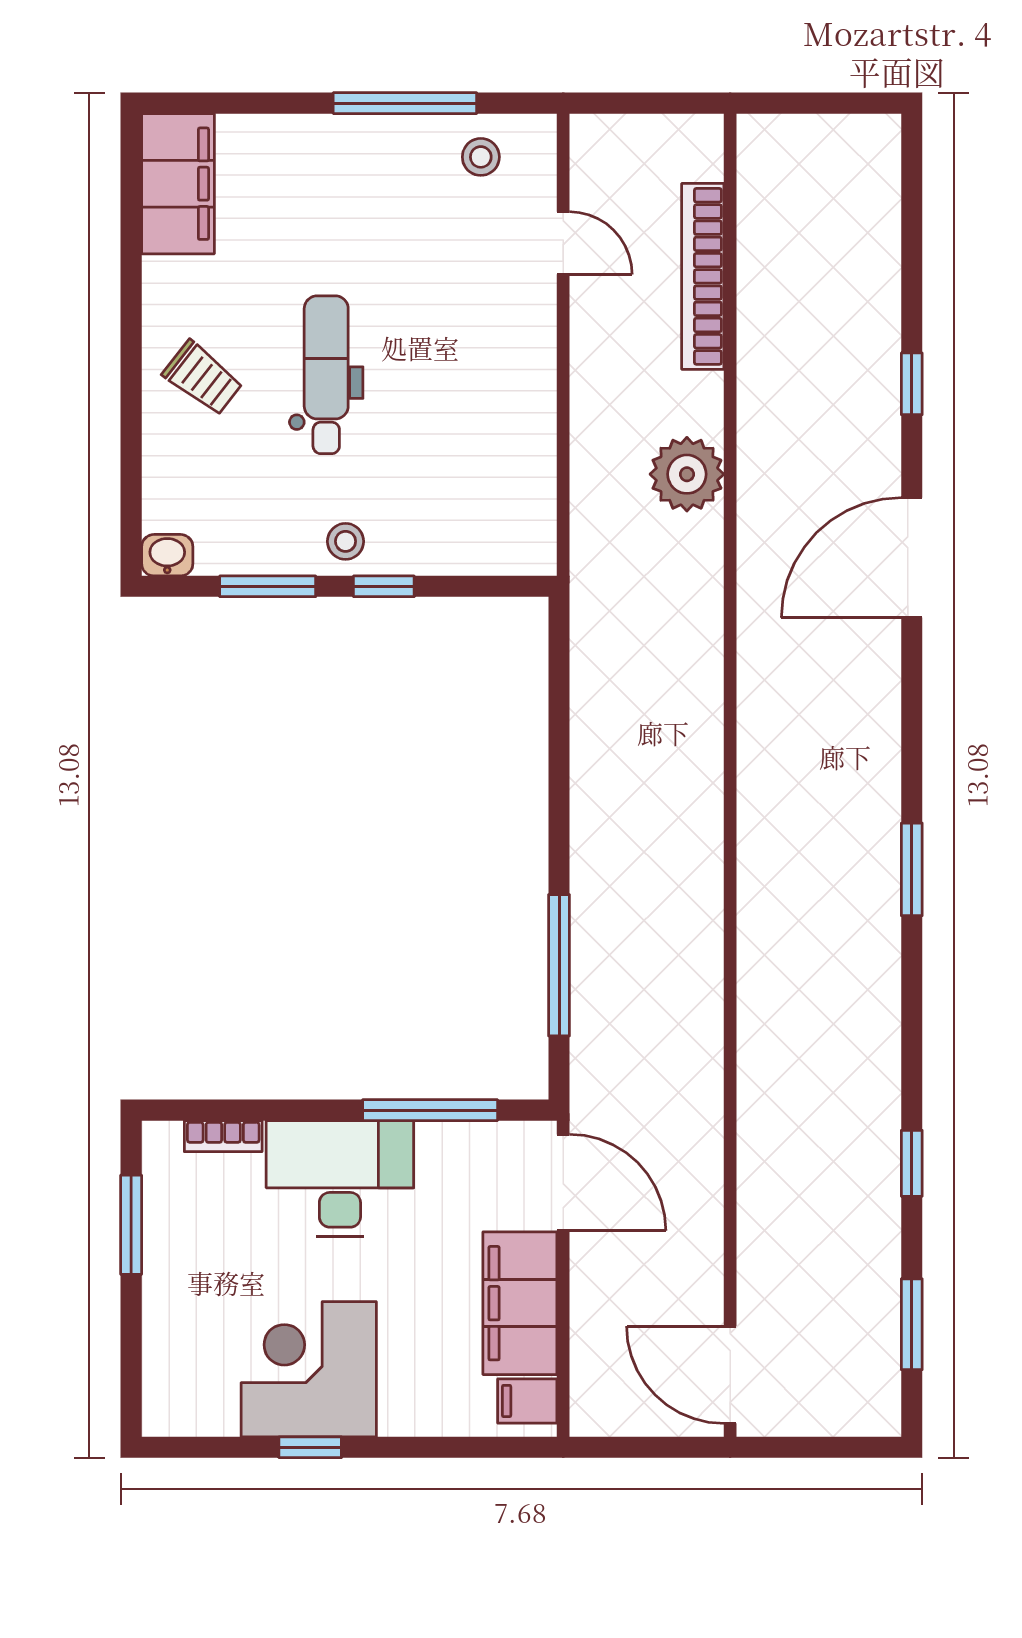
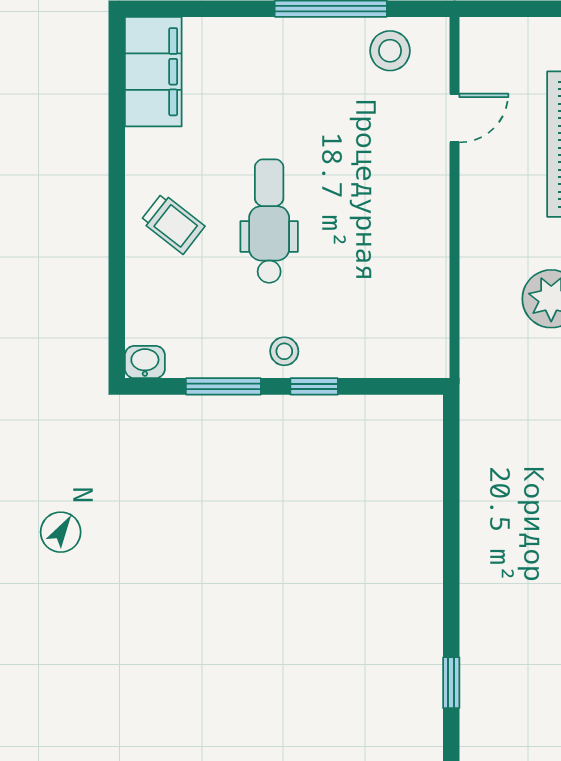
stool: (481, 157) -> (390, 51), width x1.37, depth x1.37
door: (563, 243) -> (454, 118), hinge flipped
window: (559, 965) -> (451, 683), width x0.46

